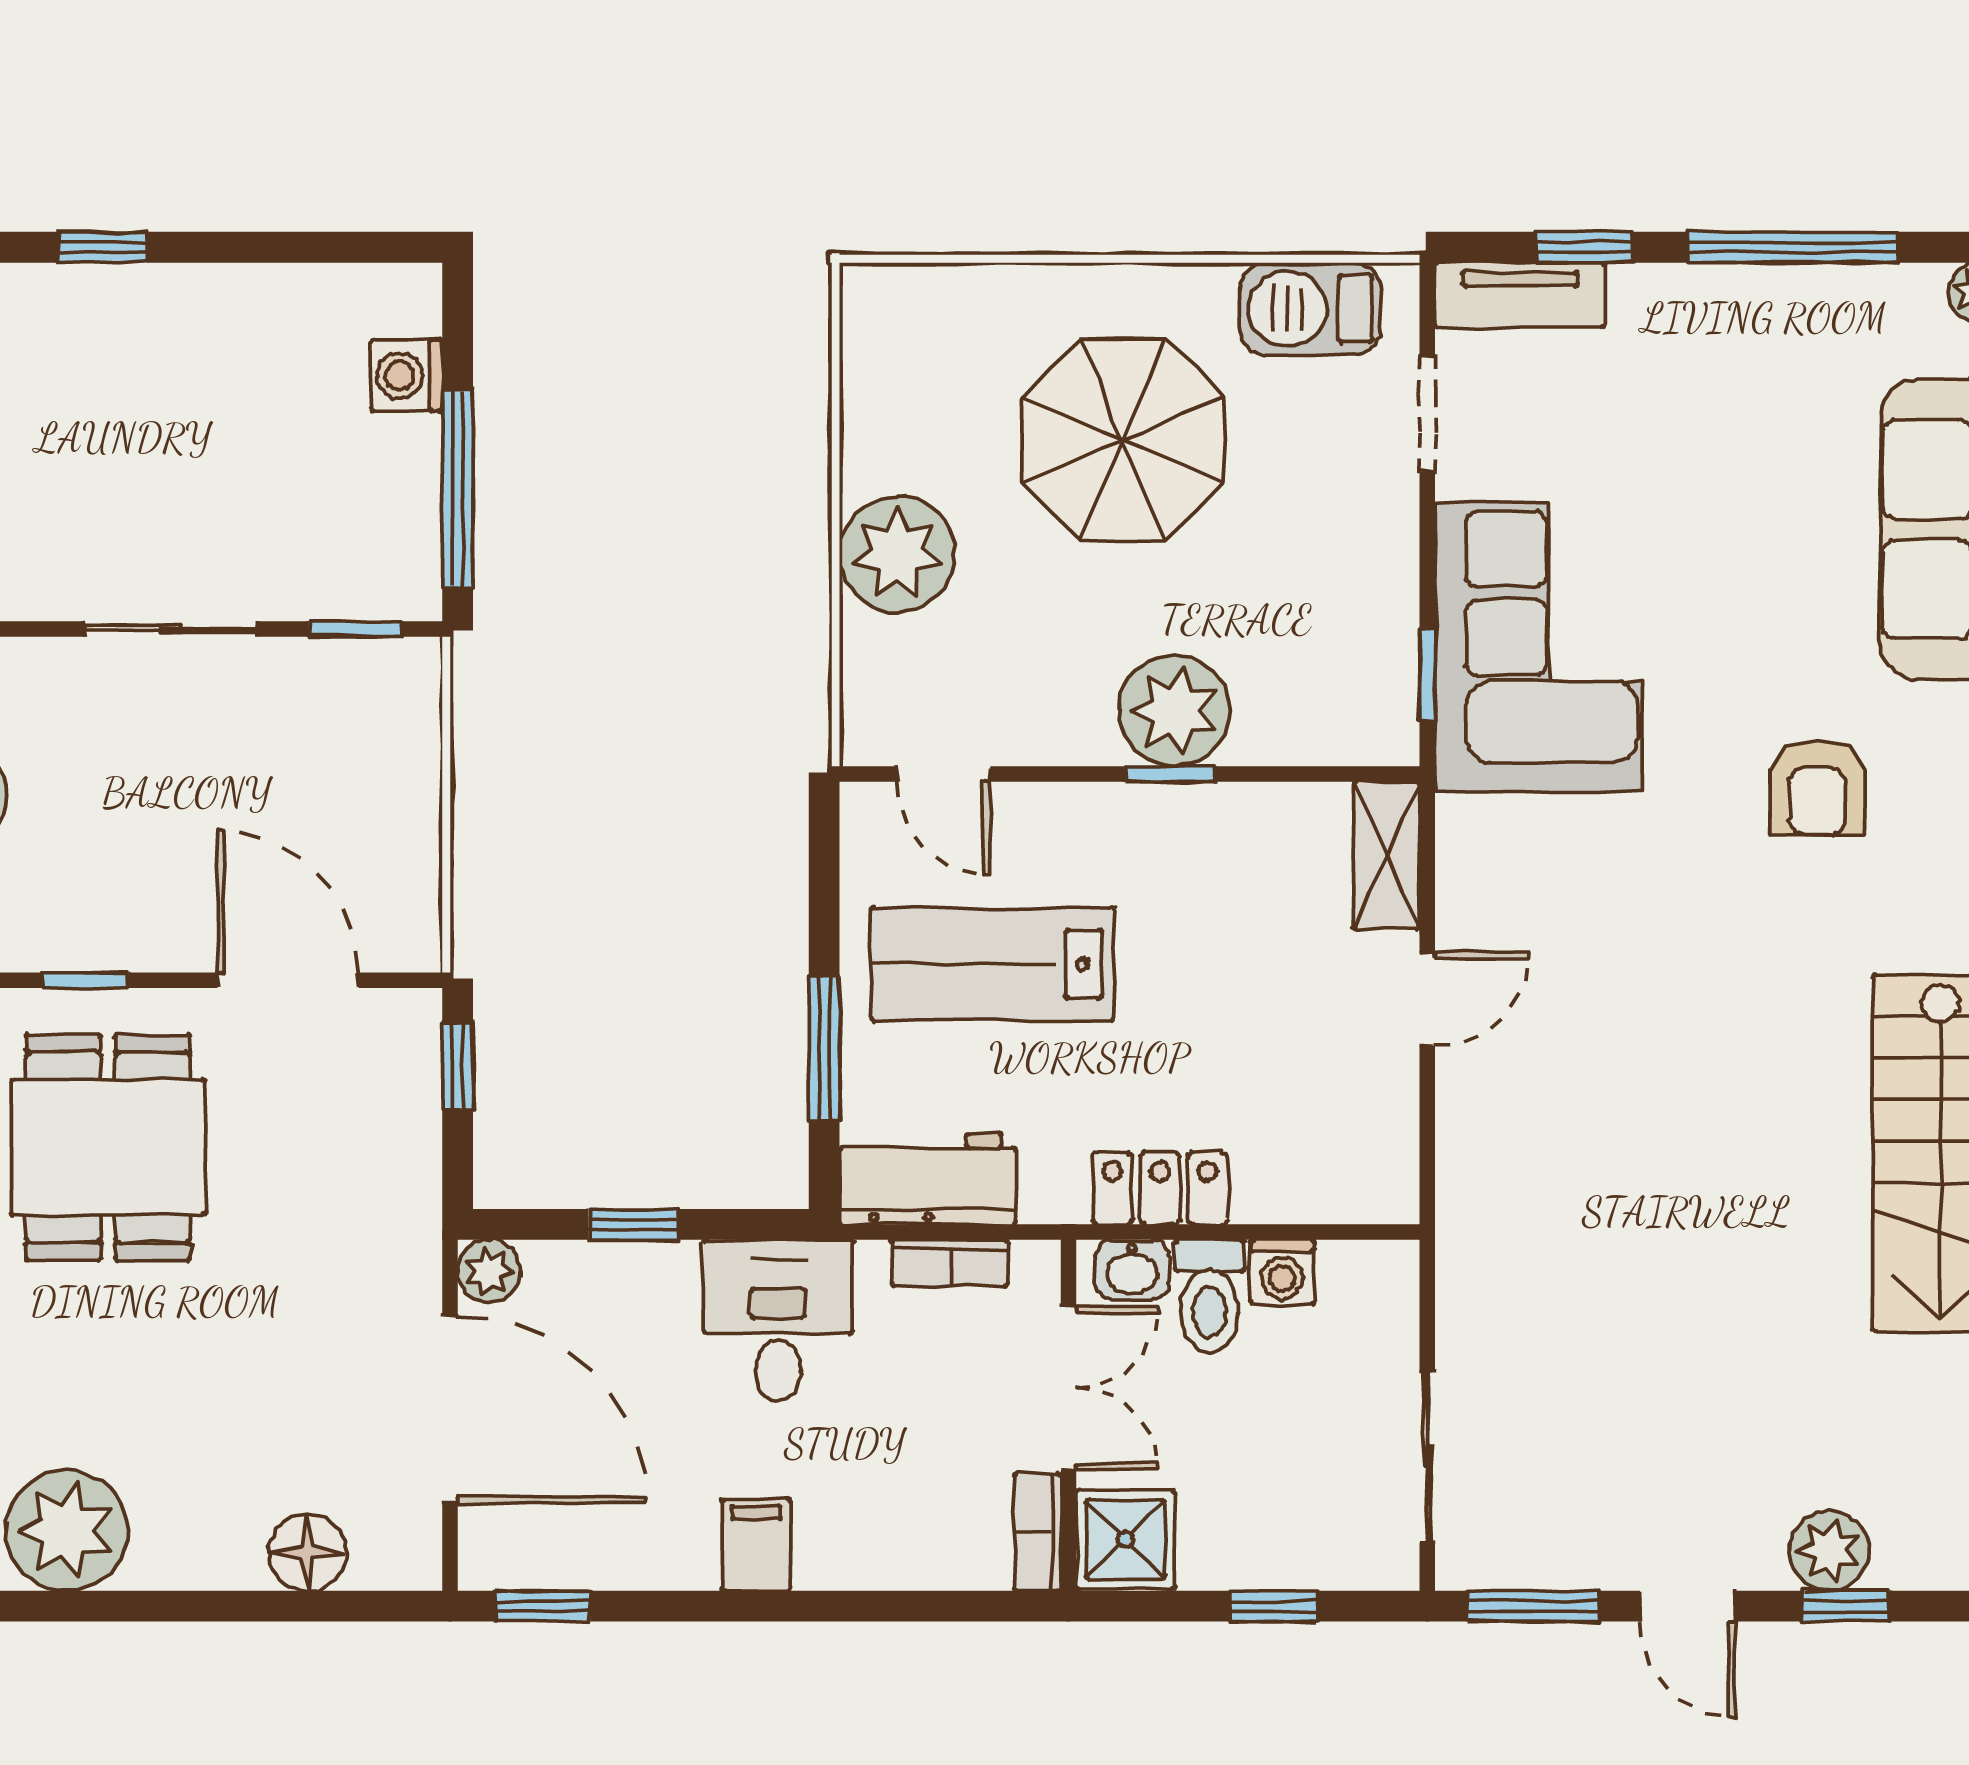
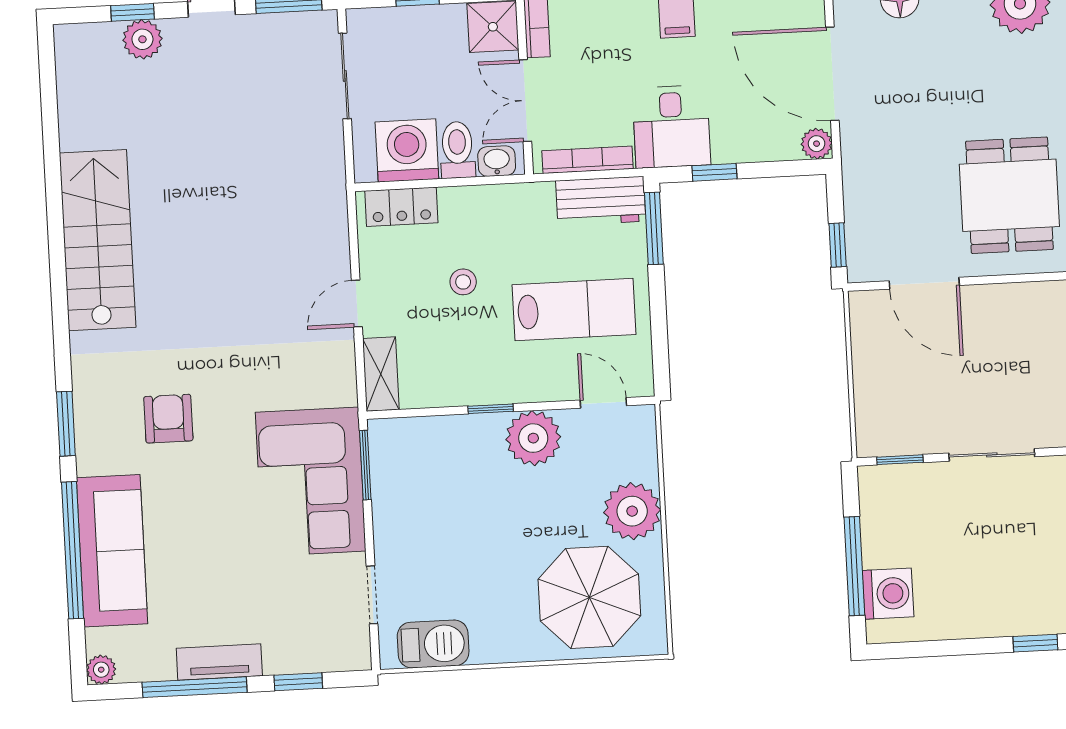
tv unit: (1520, 295) -> (219, 662), moved
washing machine: (407, 375) -> (888, 594), width x1.38, depth x1.38
parasol: (1123, 440) -> (589, 597), moved
window: (458, 488) -> (854, 566), moved
window: (1427, 674) -> (365, 465), width x1.50
plant: (1175, 711) -> (533, 438), moved
window: (85, 980) -> (1025, 278), removed
stool: (1212, 1031) -> (463, 282), added
window: (824, 1048) -> (654, 228), moved
locker: (1160, 1188) -> (401, 207), moved
window: (633, 1224) -> (714, 172), moved
bookcase: (950, 1263) -> (588, 160), width x1.56
washing machine: (1282, 1272) -> (407, 150), width x1.89, depth x1.89

